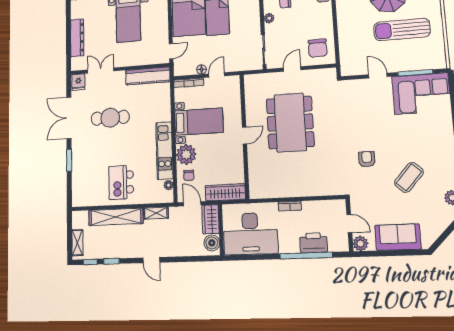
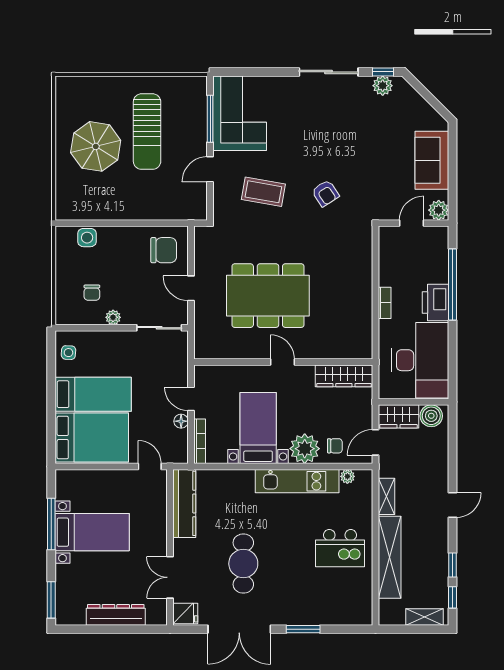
armchair: (367, 159) -> (325, 193), turned -123
coffee table: (409, 177) -> (263, 192), moved, turned -32
wardrobe: (225, 192) -> (344, 376), moved, turned -90
printer: (314, 243) -> (436, 303), moved

